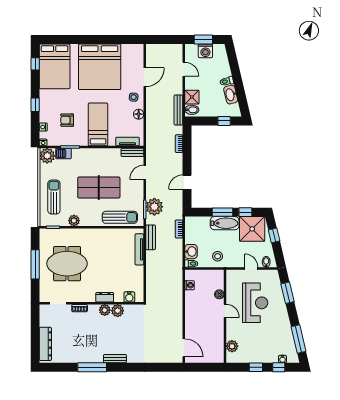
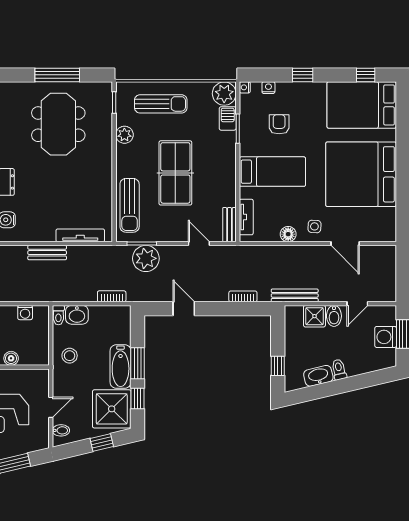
bidet: (192, 110) -> (334, 316), moved
bench: (151, 237) -> (47, 253), moved

